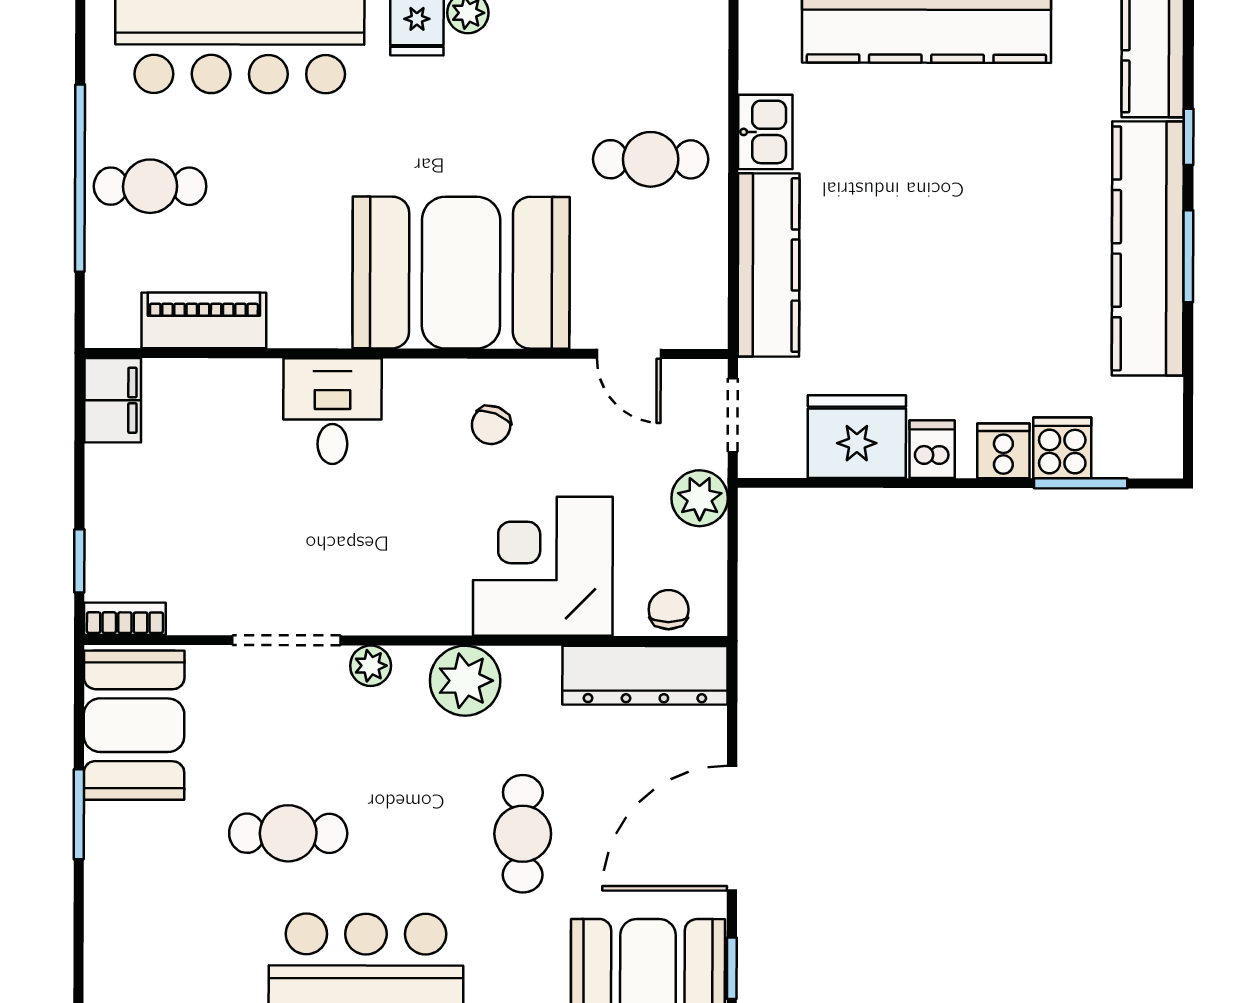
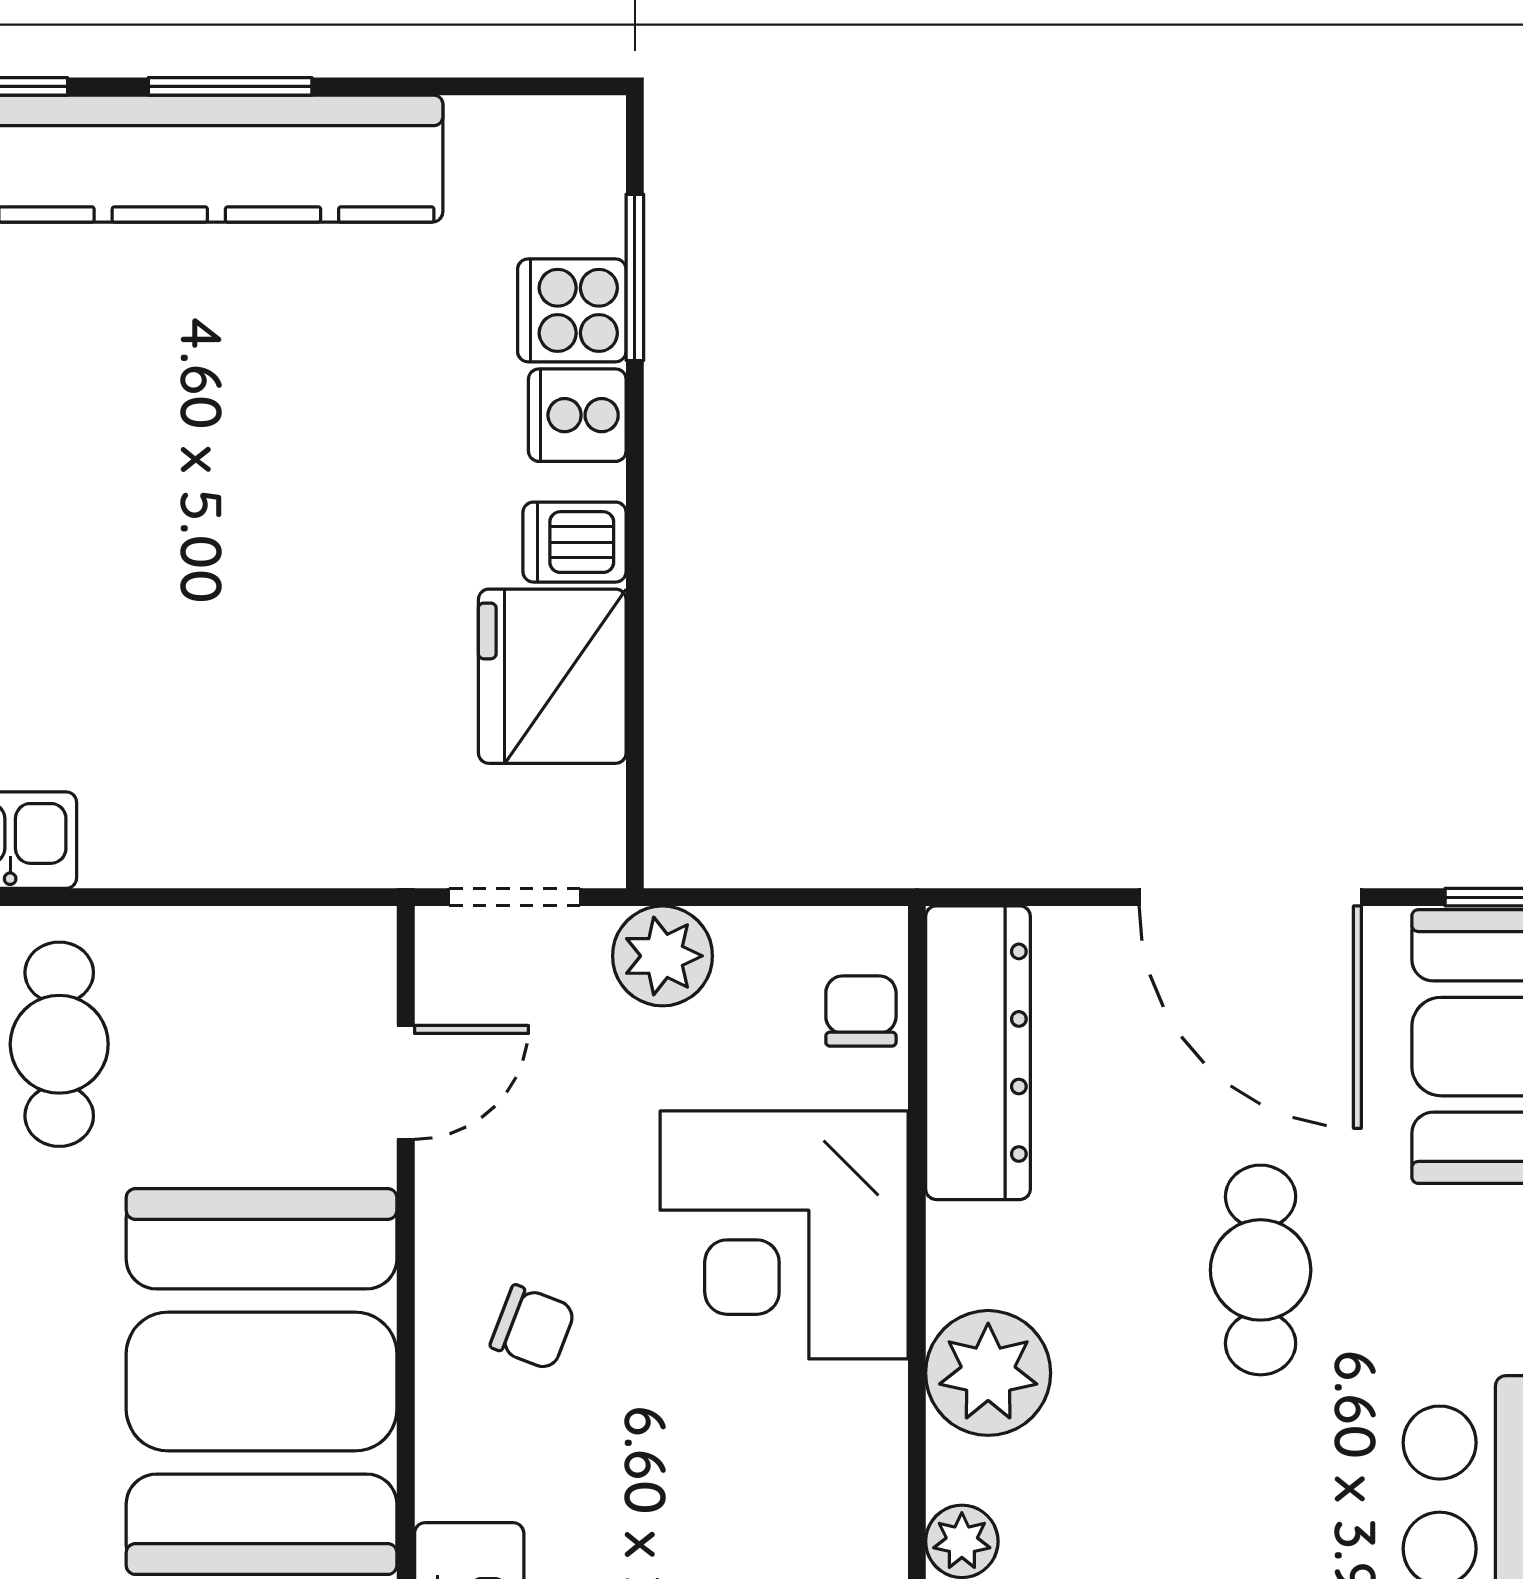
kitchen counter: (769, 265) -> (247, 834), removed
chair: (669, 610) -> (861, 1011), turned 90
cafe table: (523, 834) -> (1261, 1270), turned 90

